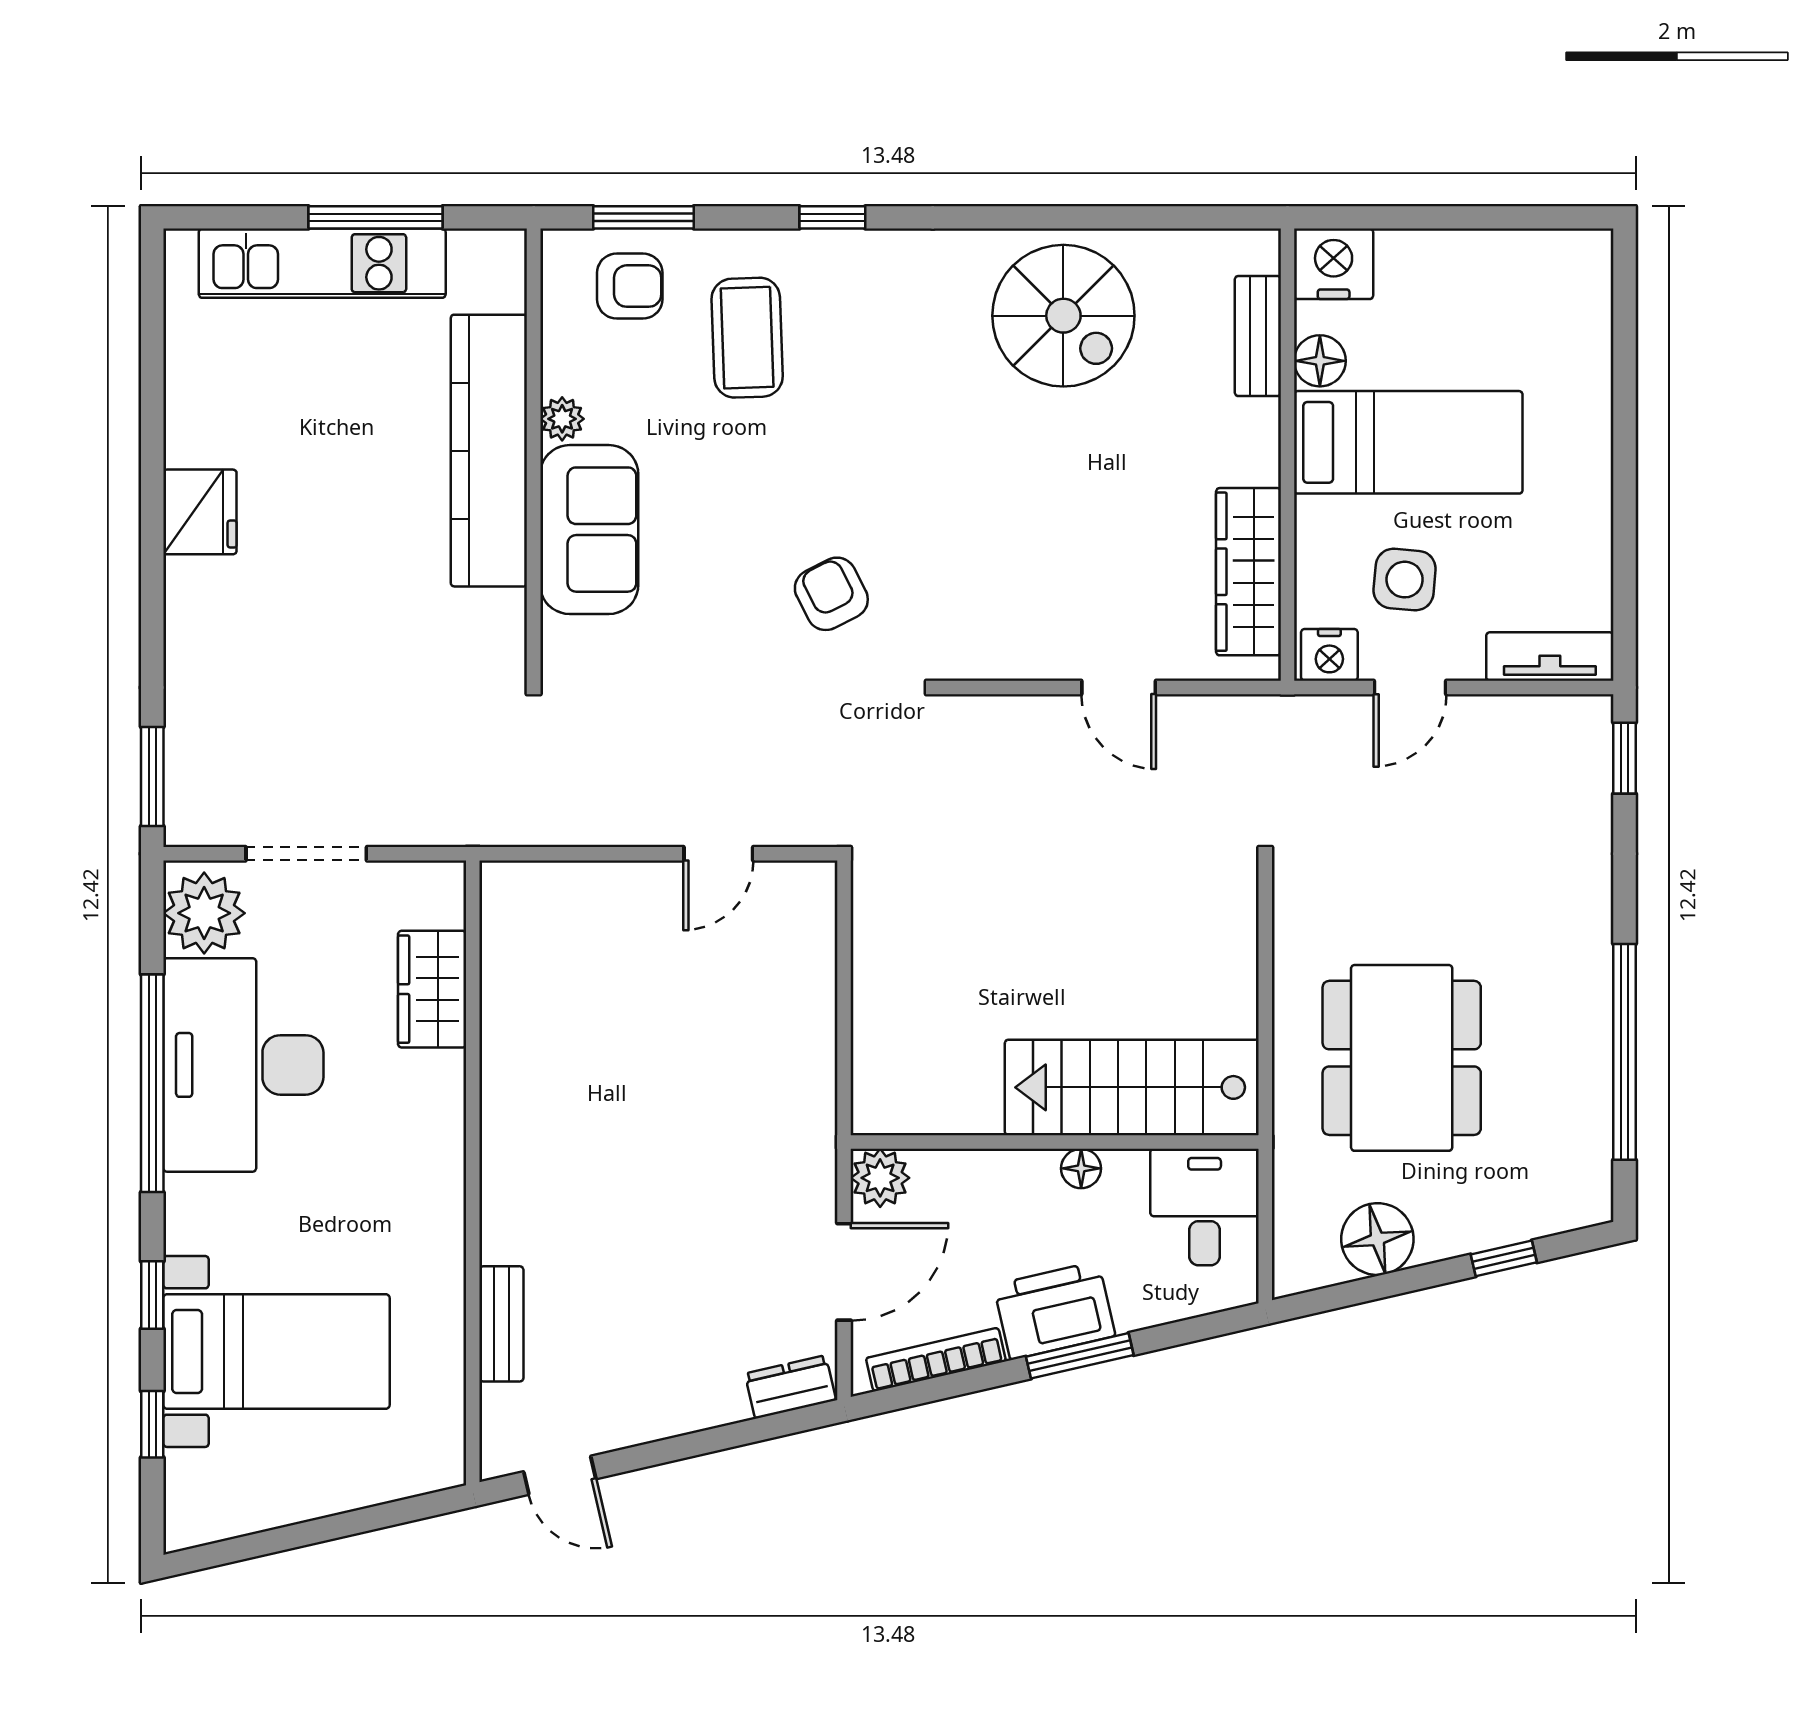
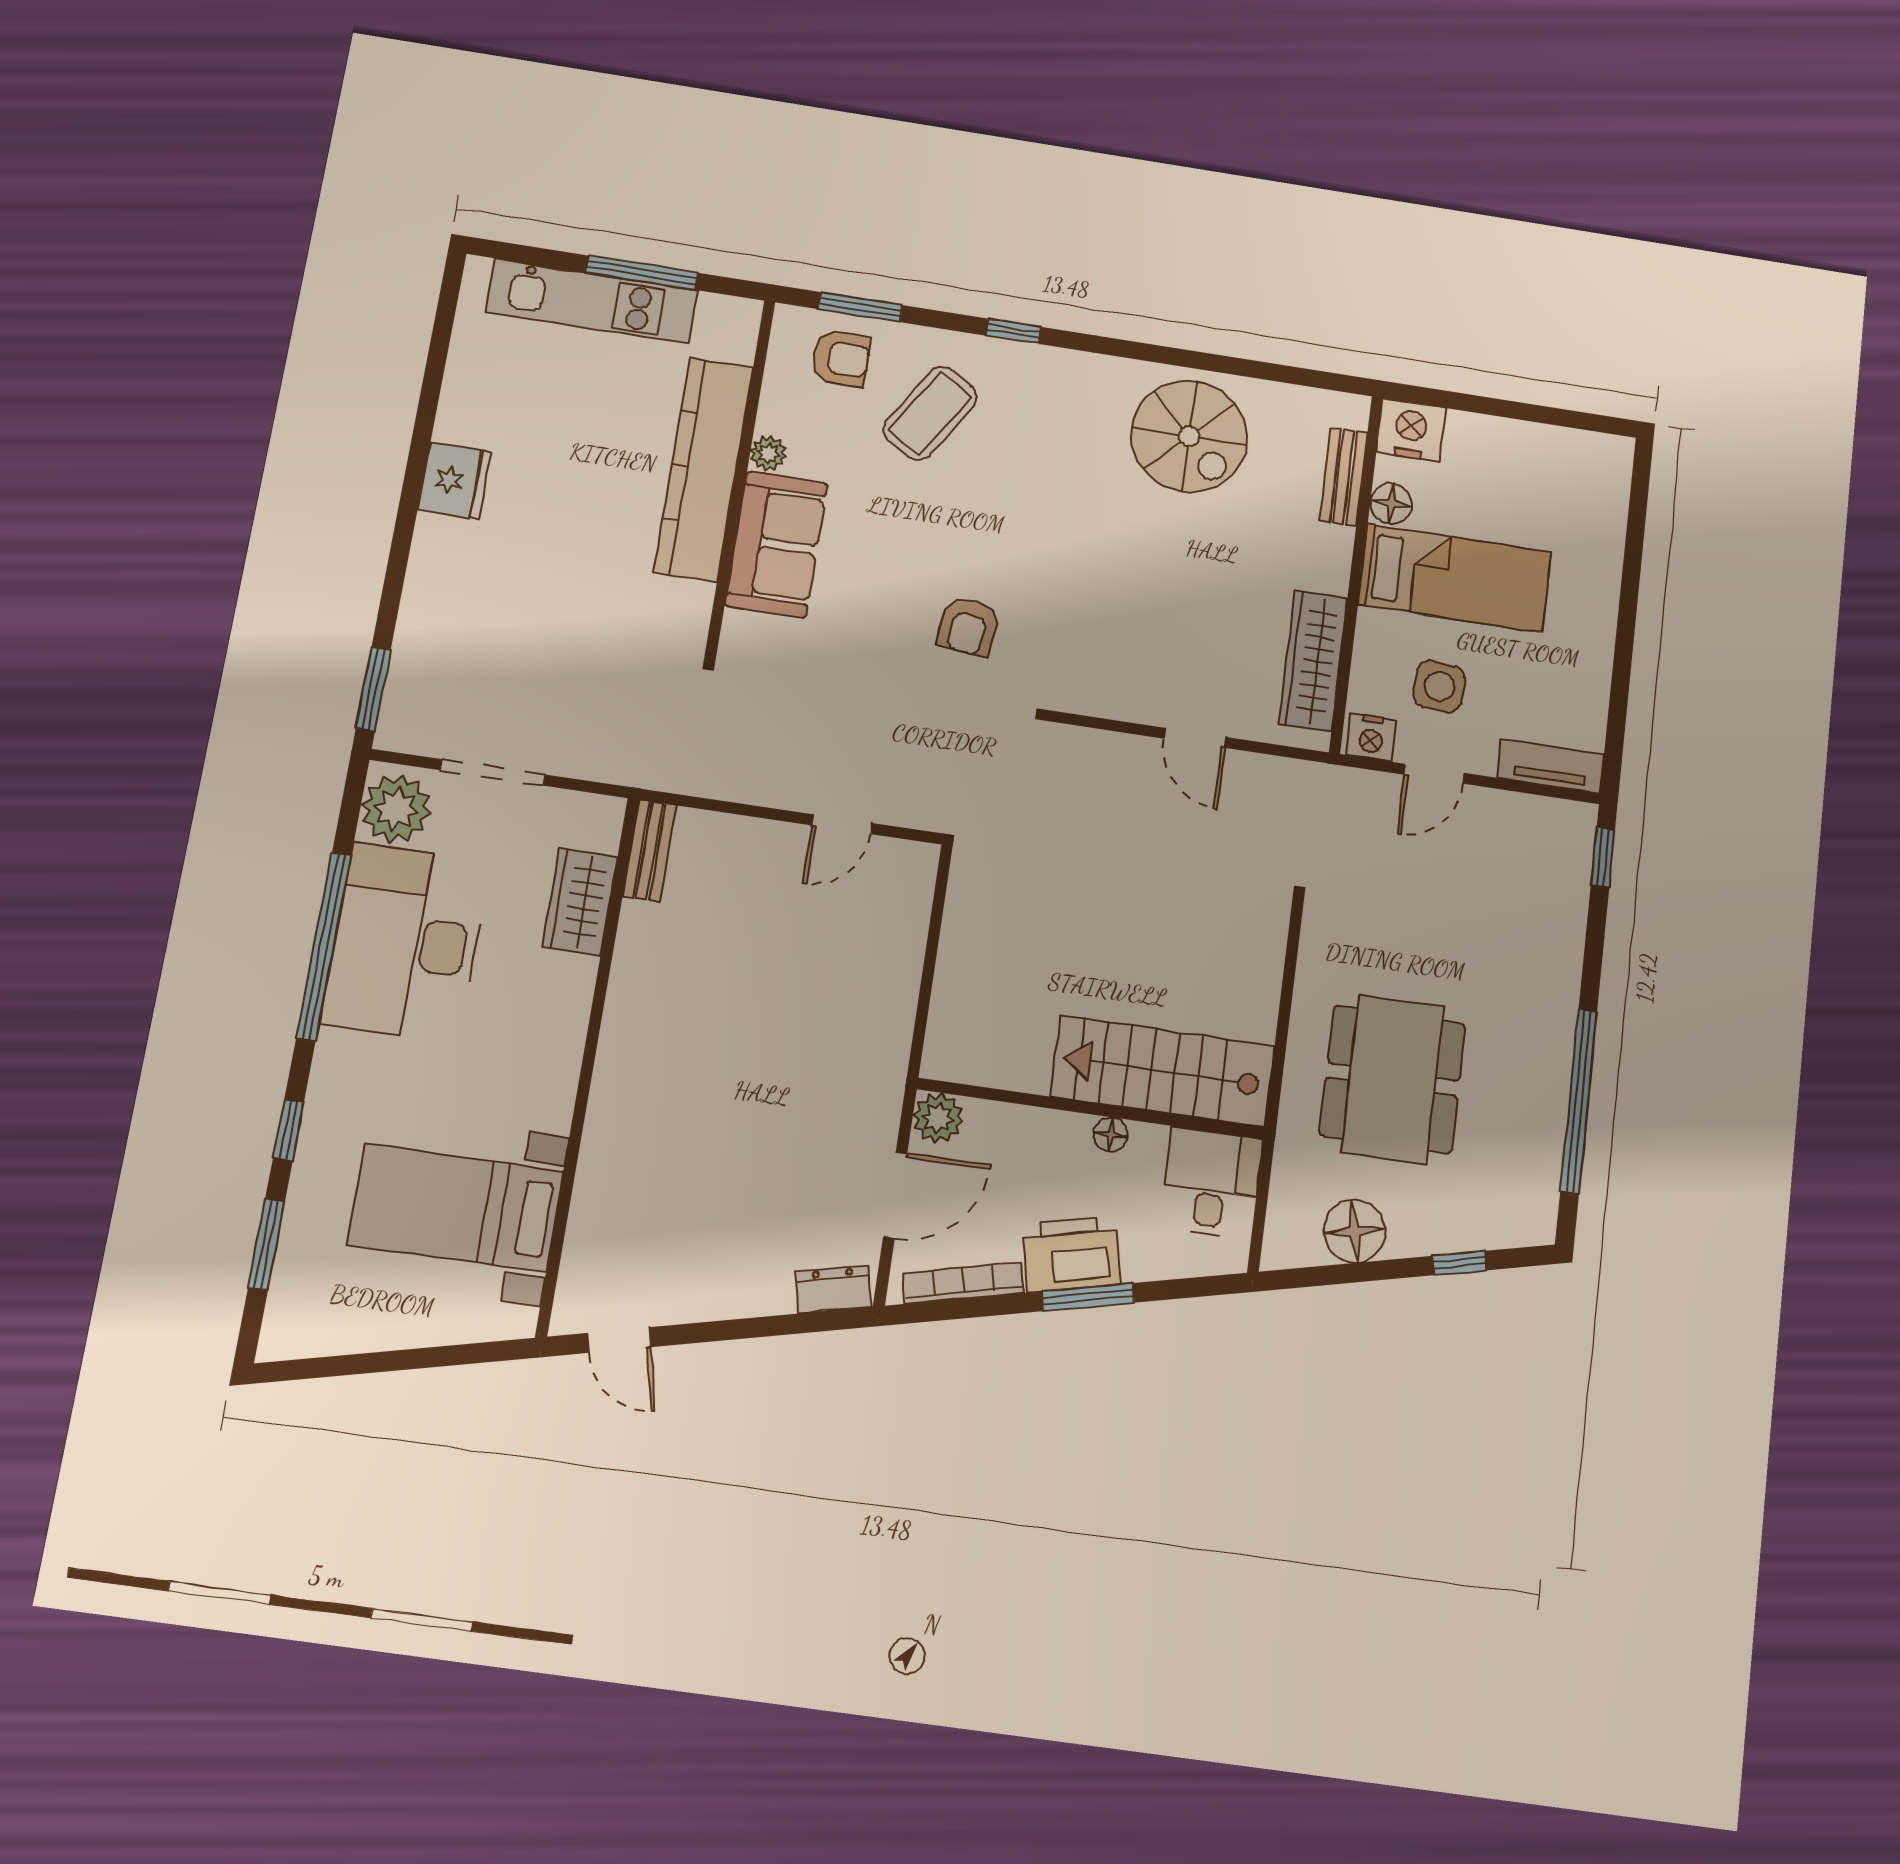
coffee table: (747, 338) -> (930, 413), turned 34
armchair: (831, 594) -> (969, 626), turned -146
bench: (501, 1324) -> (650, 851), moved
bed with nightstands: (276, 1351) -> (456, 1208), moved, turned 180
window: (152, 1424) -> (267, 1244), width x1.50

